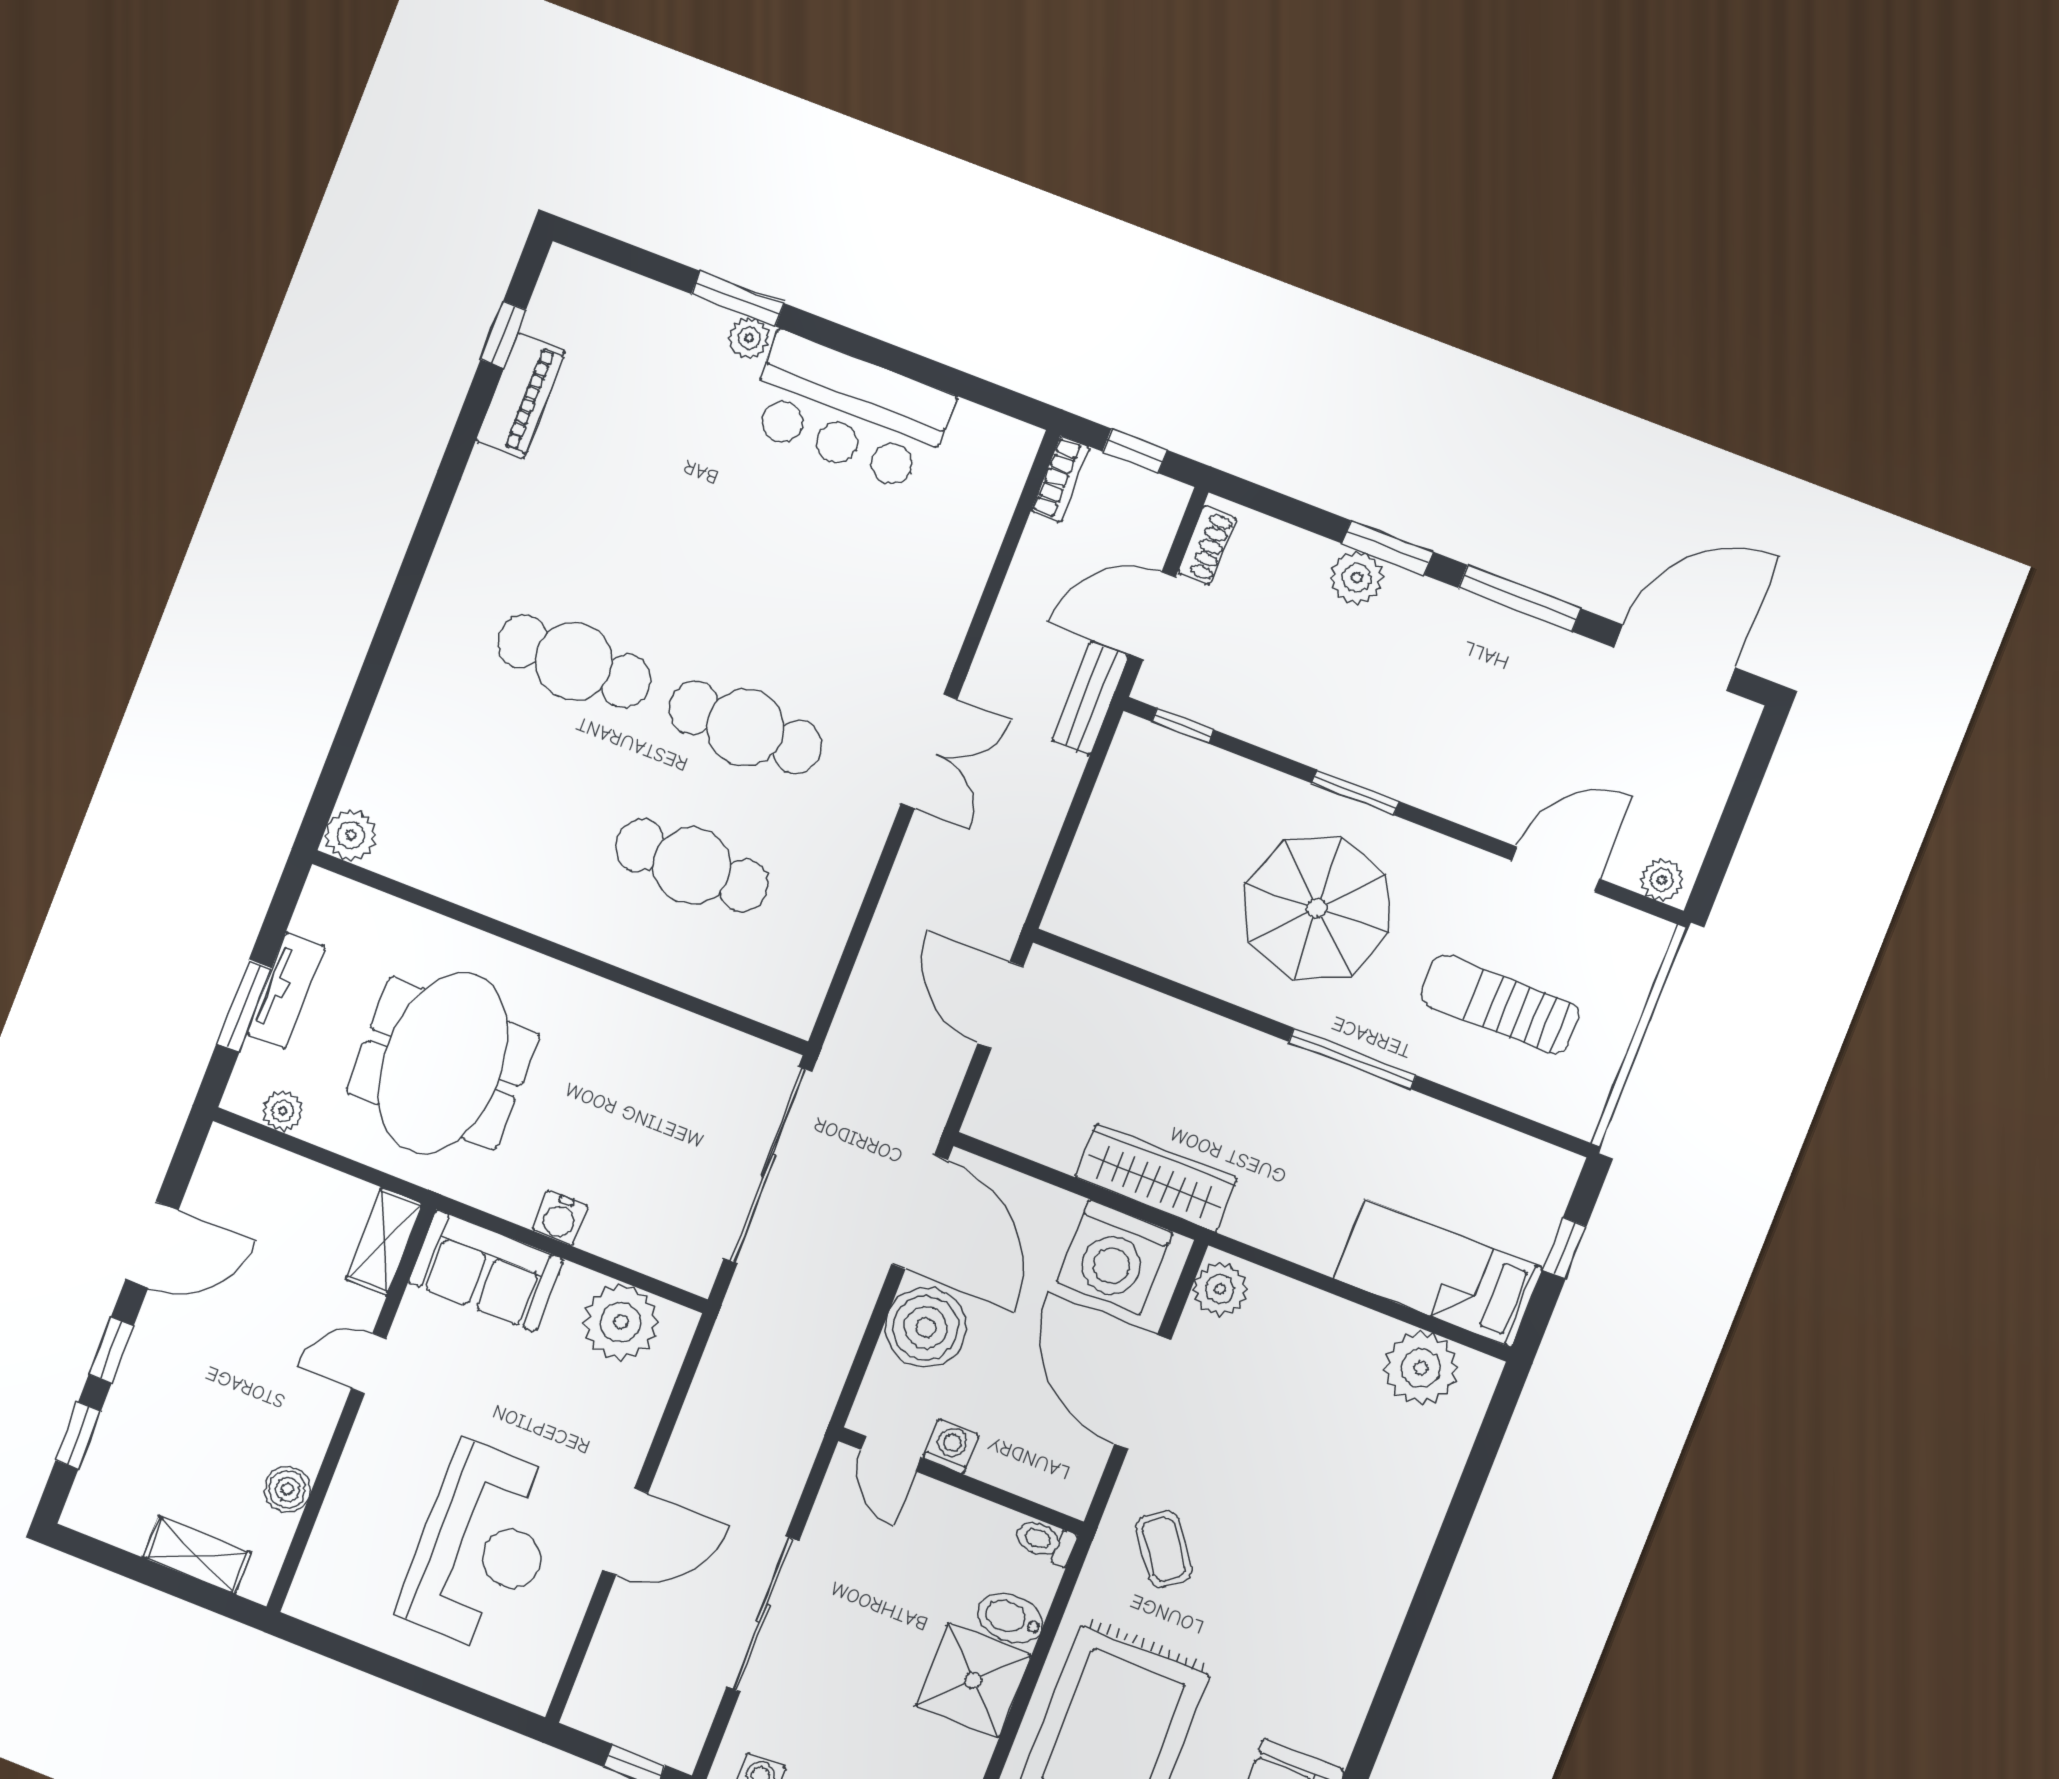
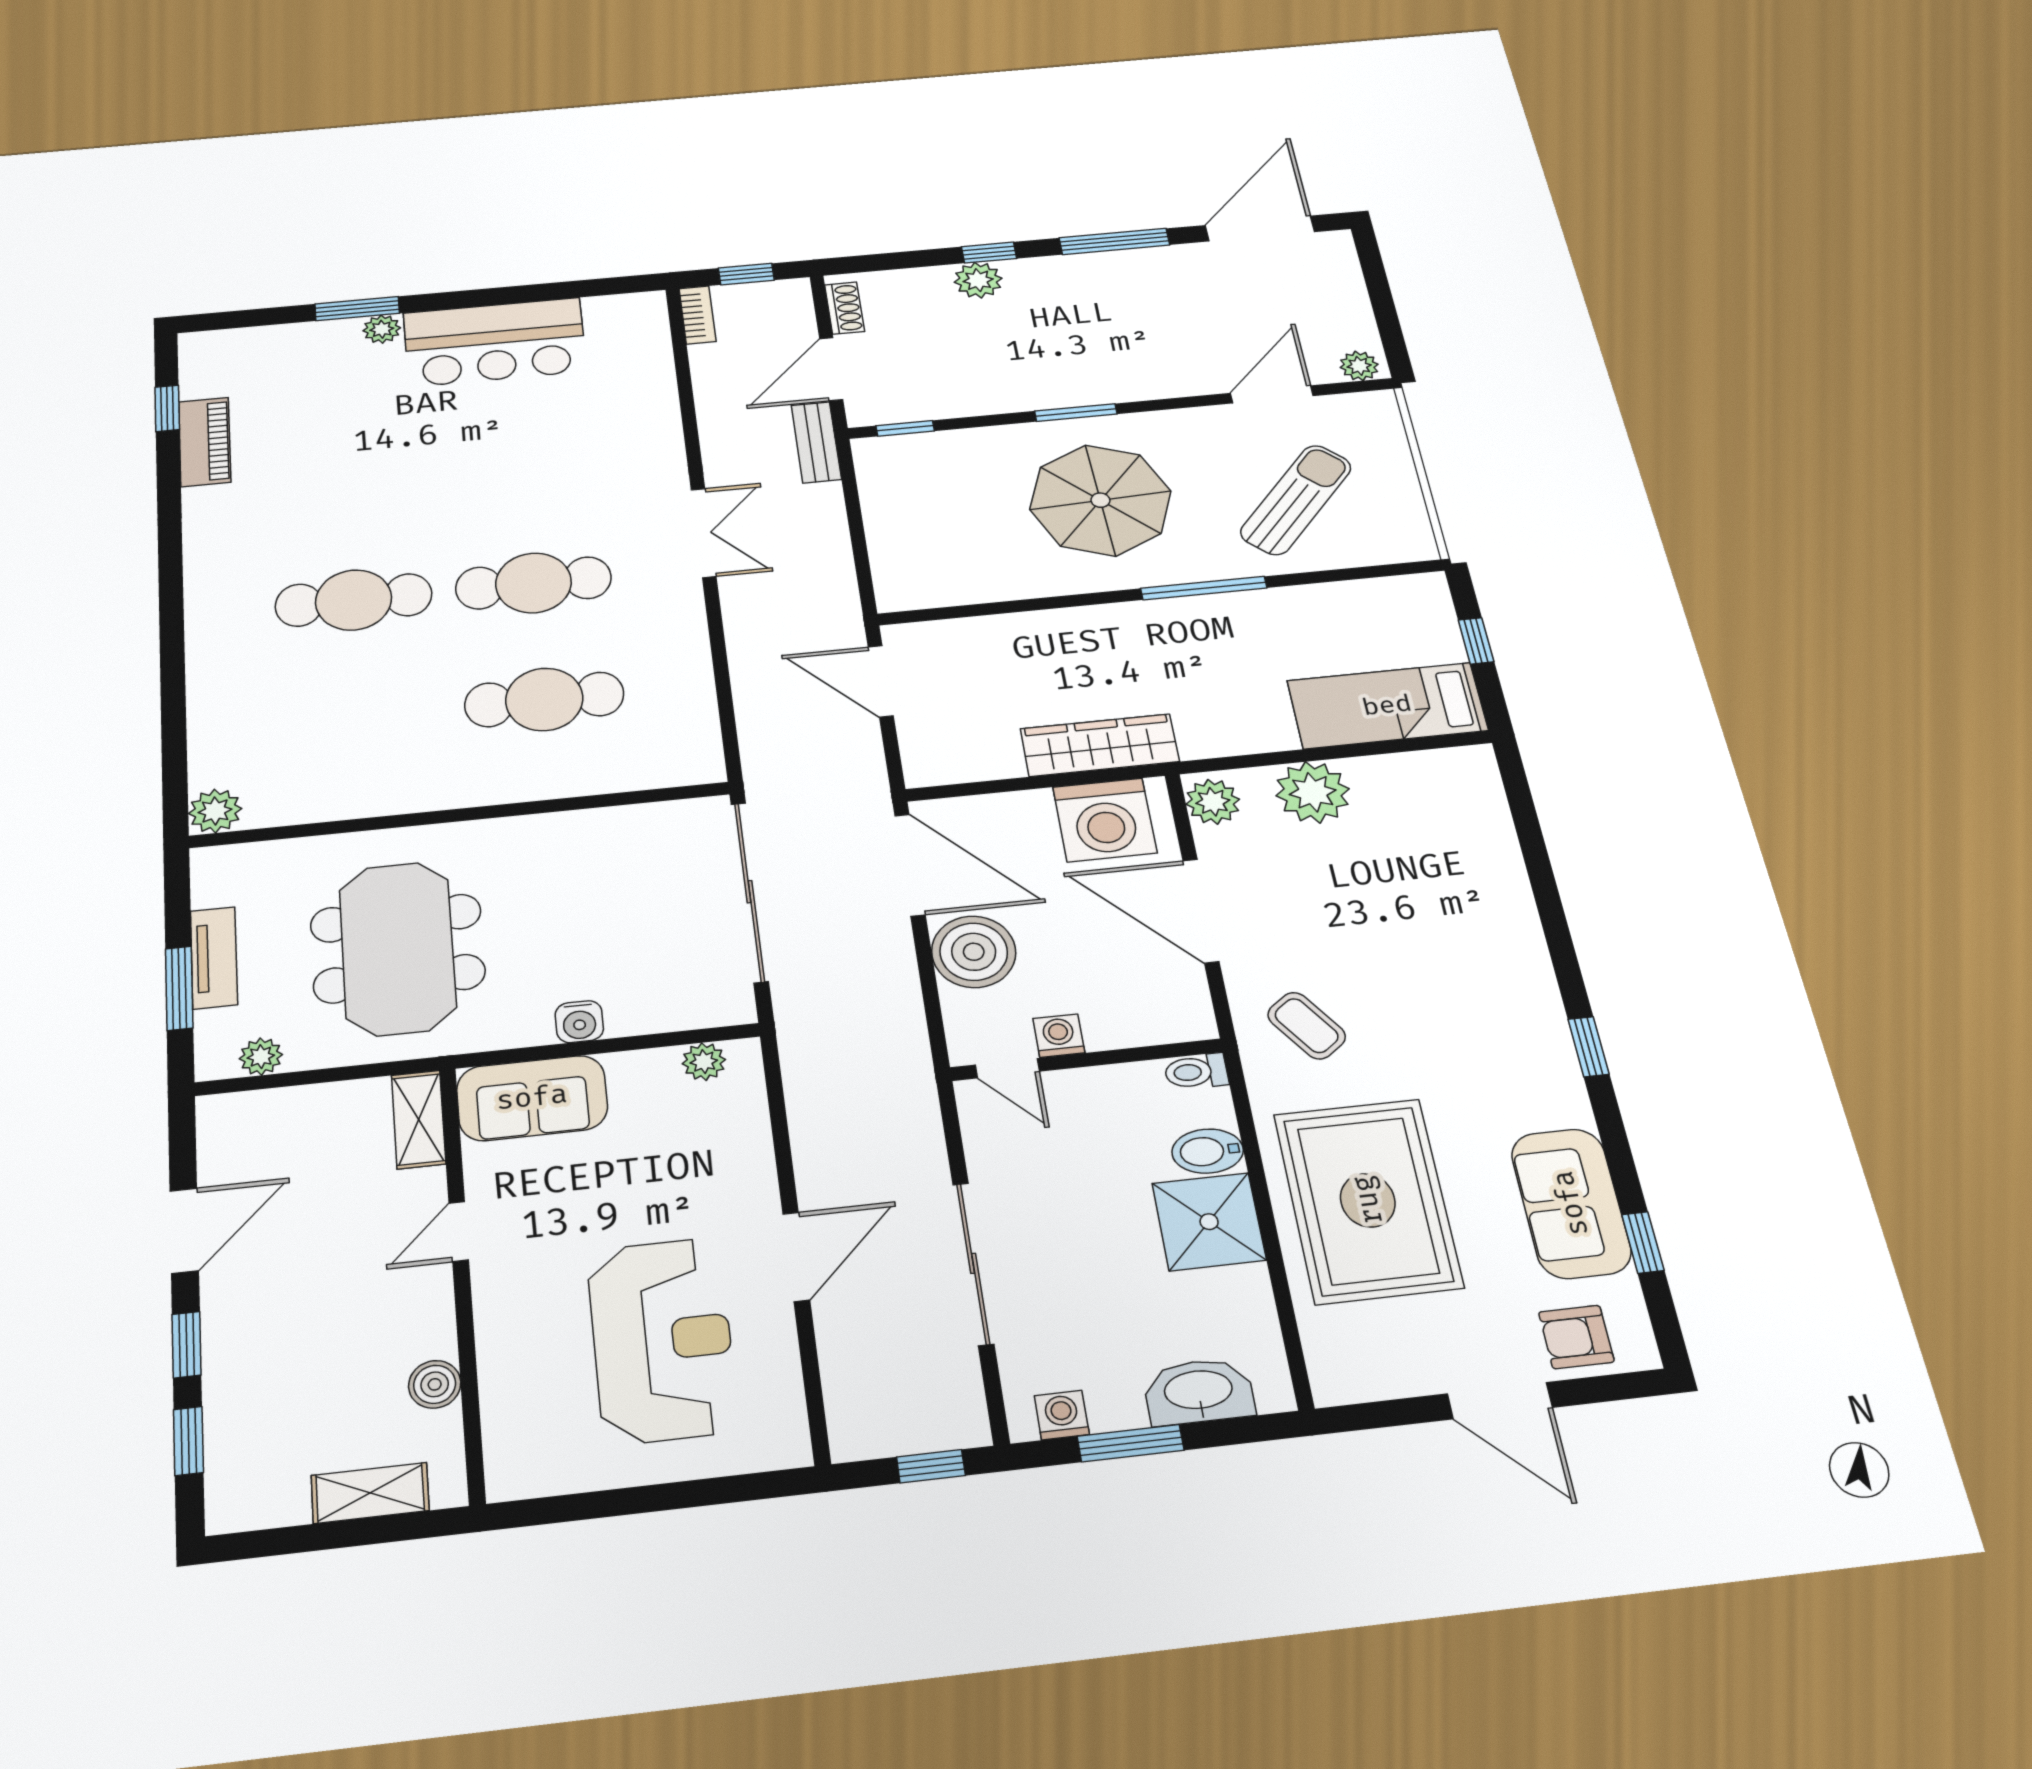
window: (1388, 548) -> (989, 253), width x0.67
sun lounger: (1500, 1005) -> (1296, 500), turned 132
plant: (620, 1322) -> (704, 1062), width x0.53, depth x0.53
plant: (1421, 1368) -> (1313, 792), moved
window: (1388, 1696) -> (1589, 1047), added

